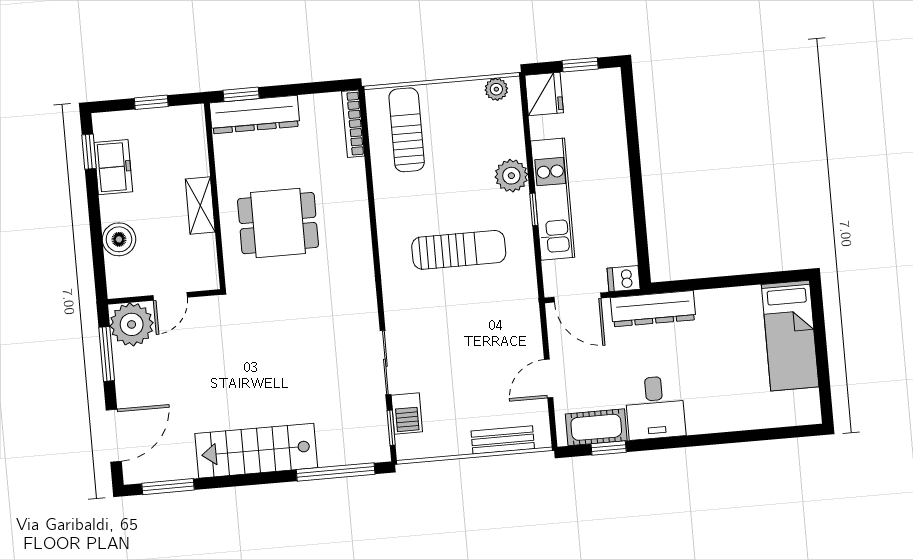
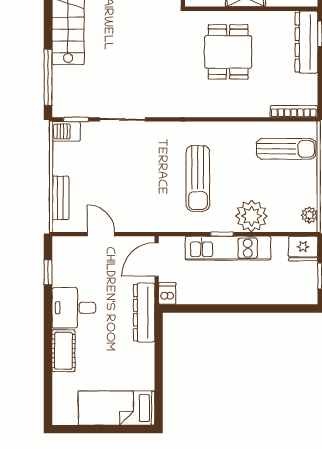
plant: (511, 176) -> (252, 216), width x1.36, depth x1.36
barbecue: (407, 414) -> (66, 131), moved
cot: (596, 427) -> (64, 351), moved

